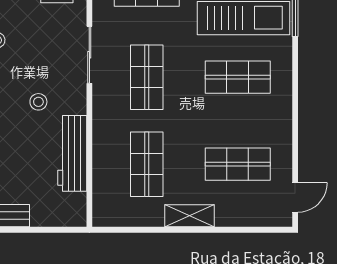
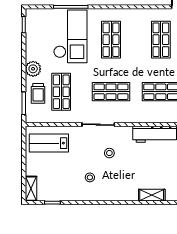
stool: (38, 102) -> (109, 153), moved

